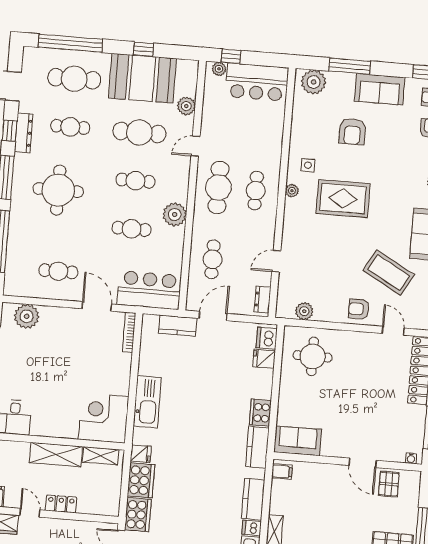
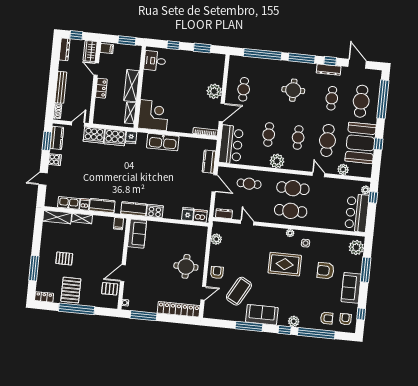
round table: (58, 190) -> (293, 90), width x0.73, depth x0.73
cafe table: (256, 191) -> (291, 211), width x1.37, depth x1.35
rug: (343, 199) -> (285, 264), turned 90
plant: (27, 316) -> (214, 91), moved
round table: (313, 356) -> (186, 266), moved
door: (30, 513) -> (96, 69), swing flipped

